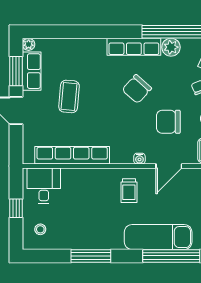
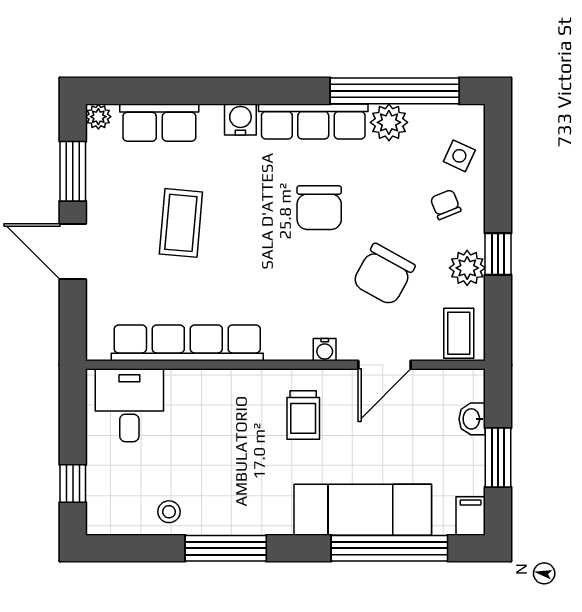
water cooler: (98, 46) -> (240, 119), added
row of seats: (32, 71) -> (159, 123), moved, turned 90
chair: (137, 89) -> (319, 208), turned -42
chair: (168, 122) -> (384, 275), turned -61
window: (16, 208) -> (73, 484), moved
stool: (40, 229) -> (169, 512), moved

